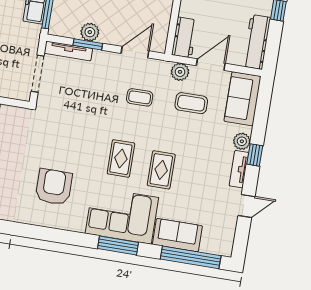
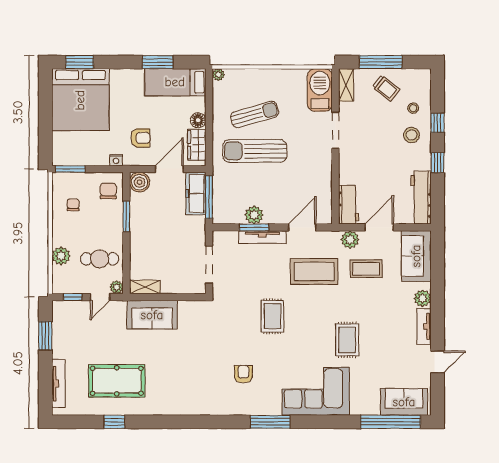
tv unit: (68, 51) -> (262, 237), moved
coffee table: (140, 97) -> (314, 271), width x1.86, depth x1.72
window: (255, 155) -> (437, 310), removed
rug: (121, 158) -> (272, 316), moved
armchair: (54, 187) -> (243, 374), width x0.53, depth x0.53
sofa: (177, 235) -> (404, 402), moved
window: (118, 246) -> (270, 422), moved

